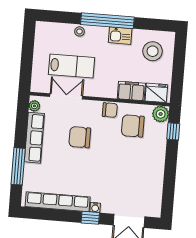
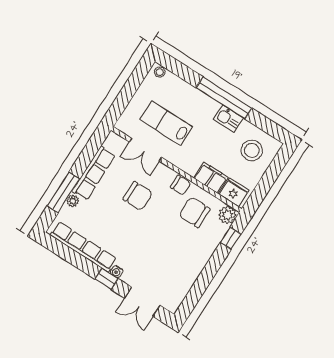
stool: (79, 31) -> (160, 72), moved
lab bench: (72, 66) -> (166, 123), turned 180
double door: (66, 96) -> (145, 150), swing flipped
plant: (34, 106) -> (73, 201), moved
chair: (80, 137) -> (138, 196), turned 180

